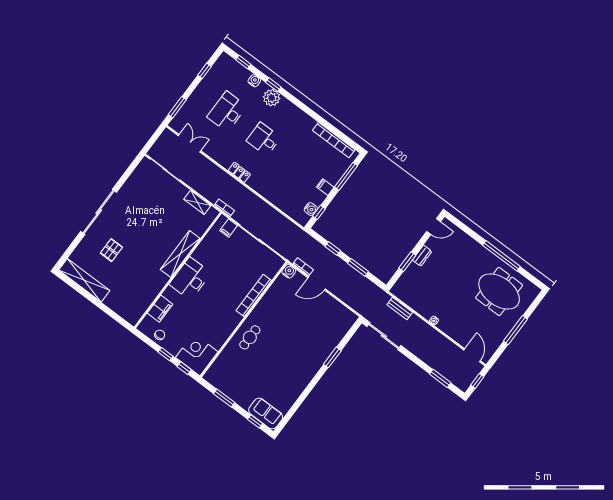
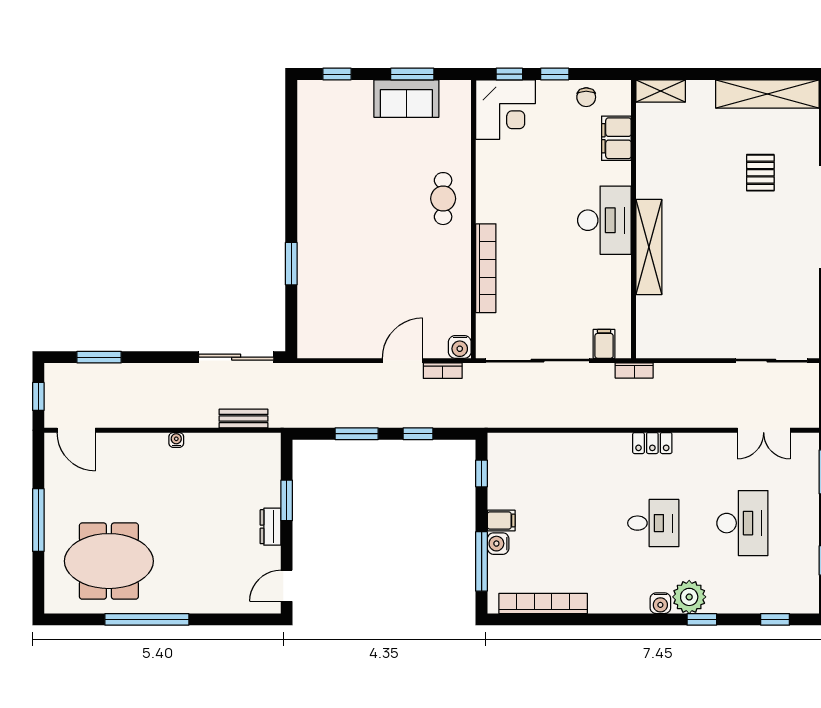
water cooler: (254, 81) -> (660, 603), moved
shelving: (197, 202) -> (661, 91), moved
water cooler: (311, 209) -> (498, 544), moved
sofa: (266, 414) -> (406, 99), moved

